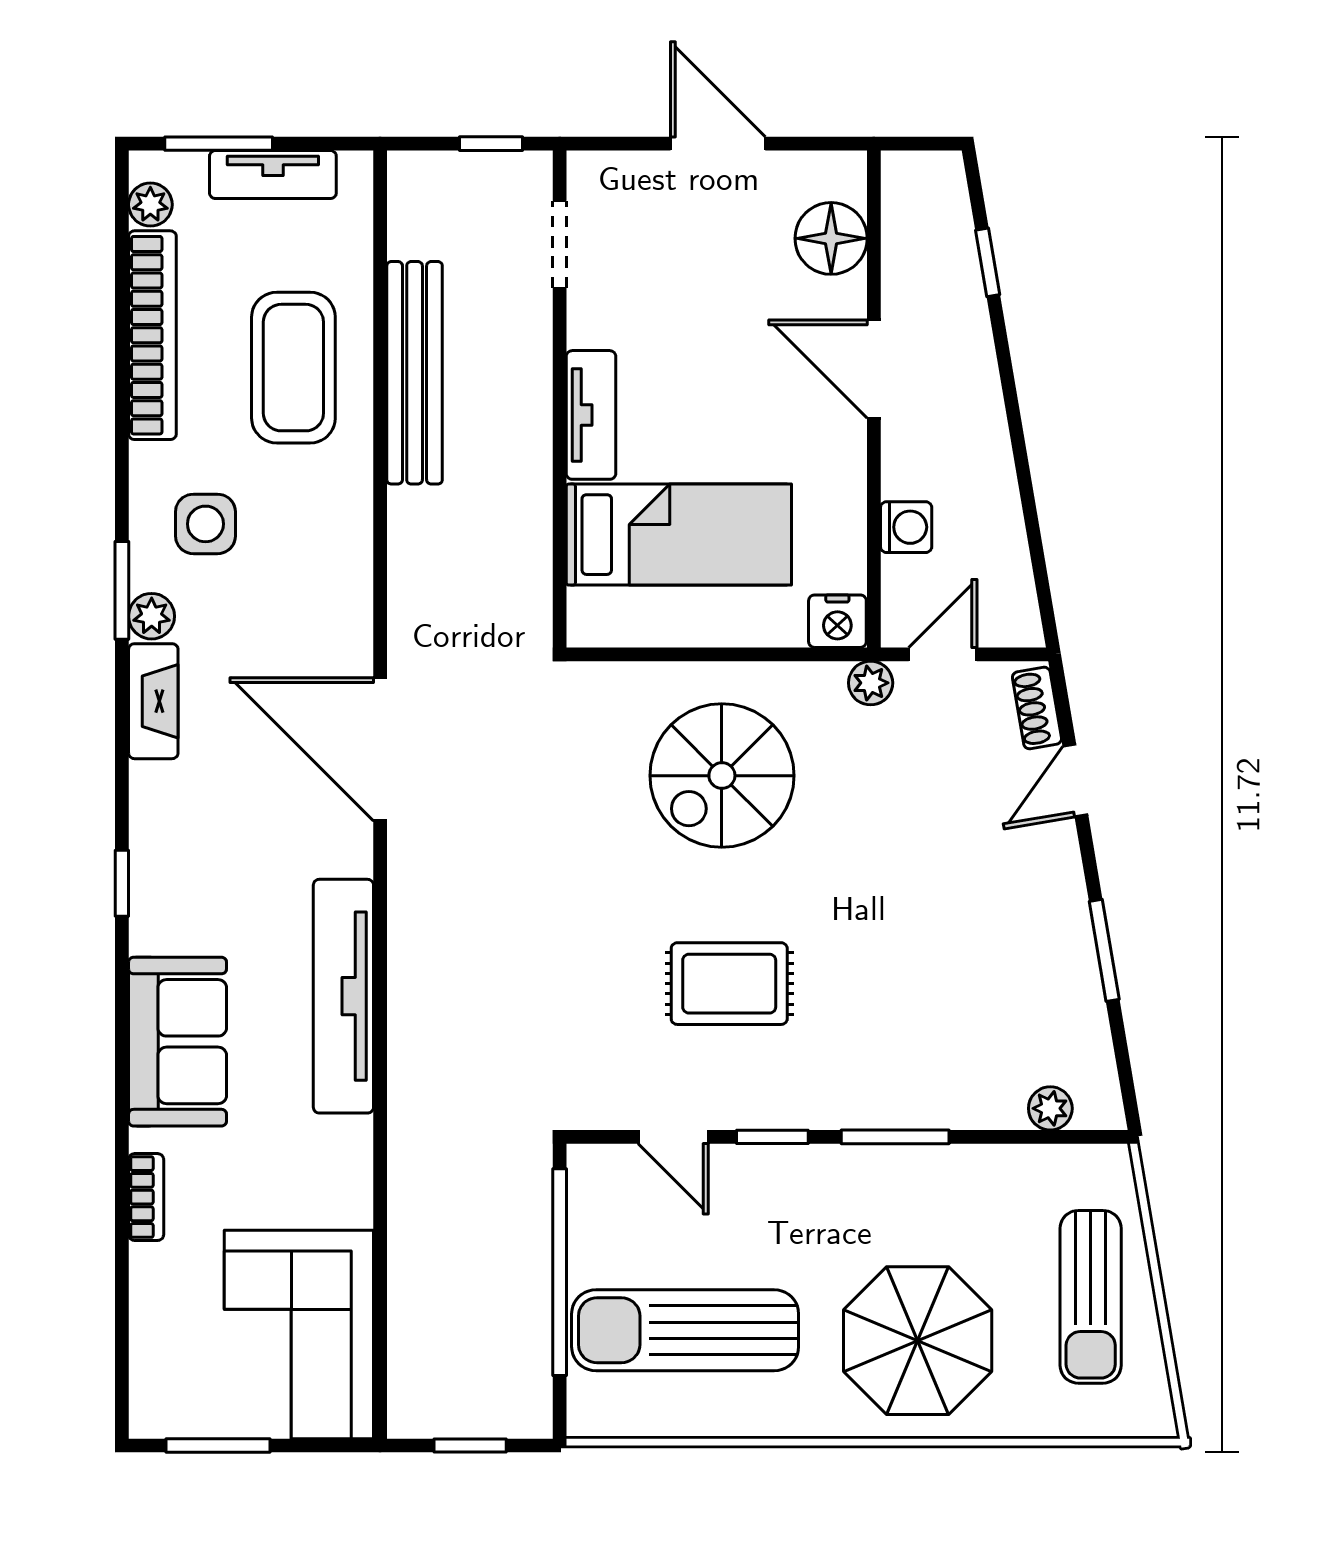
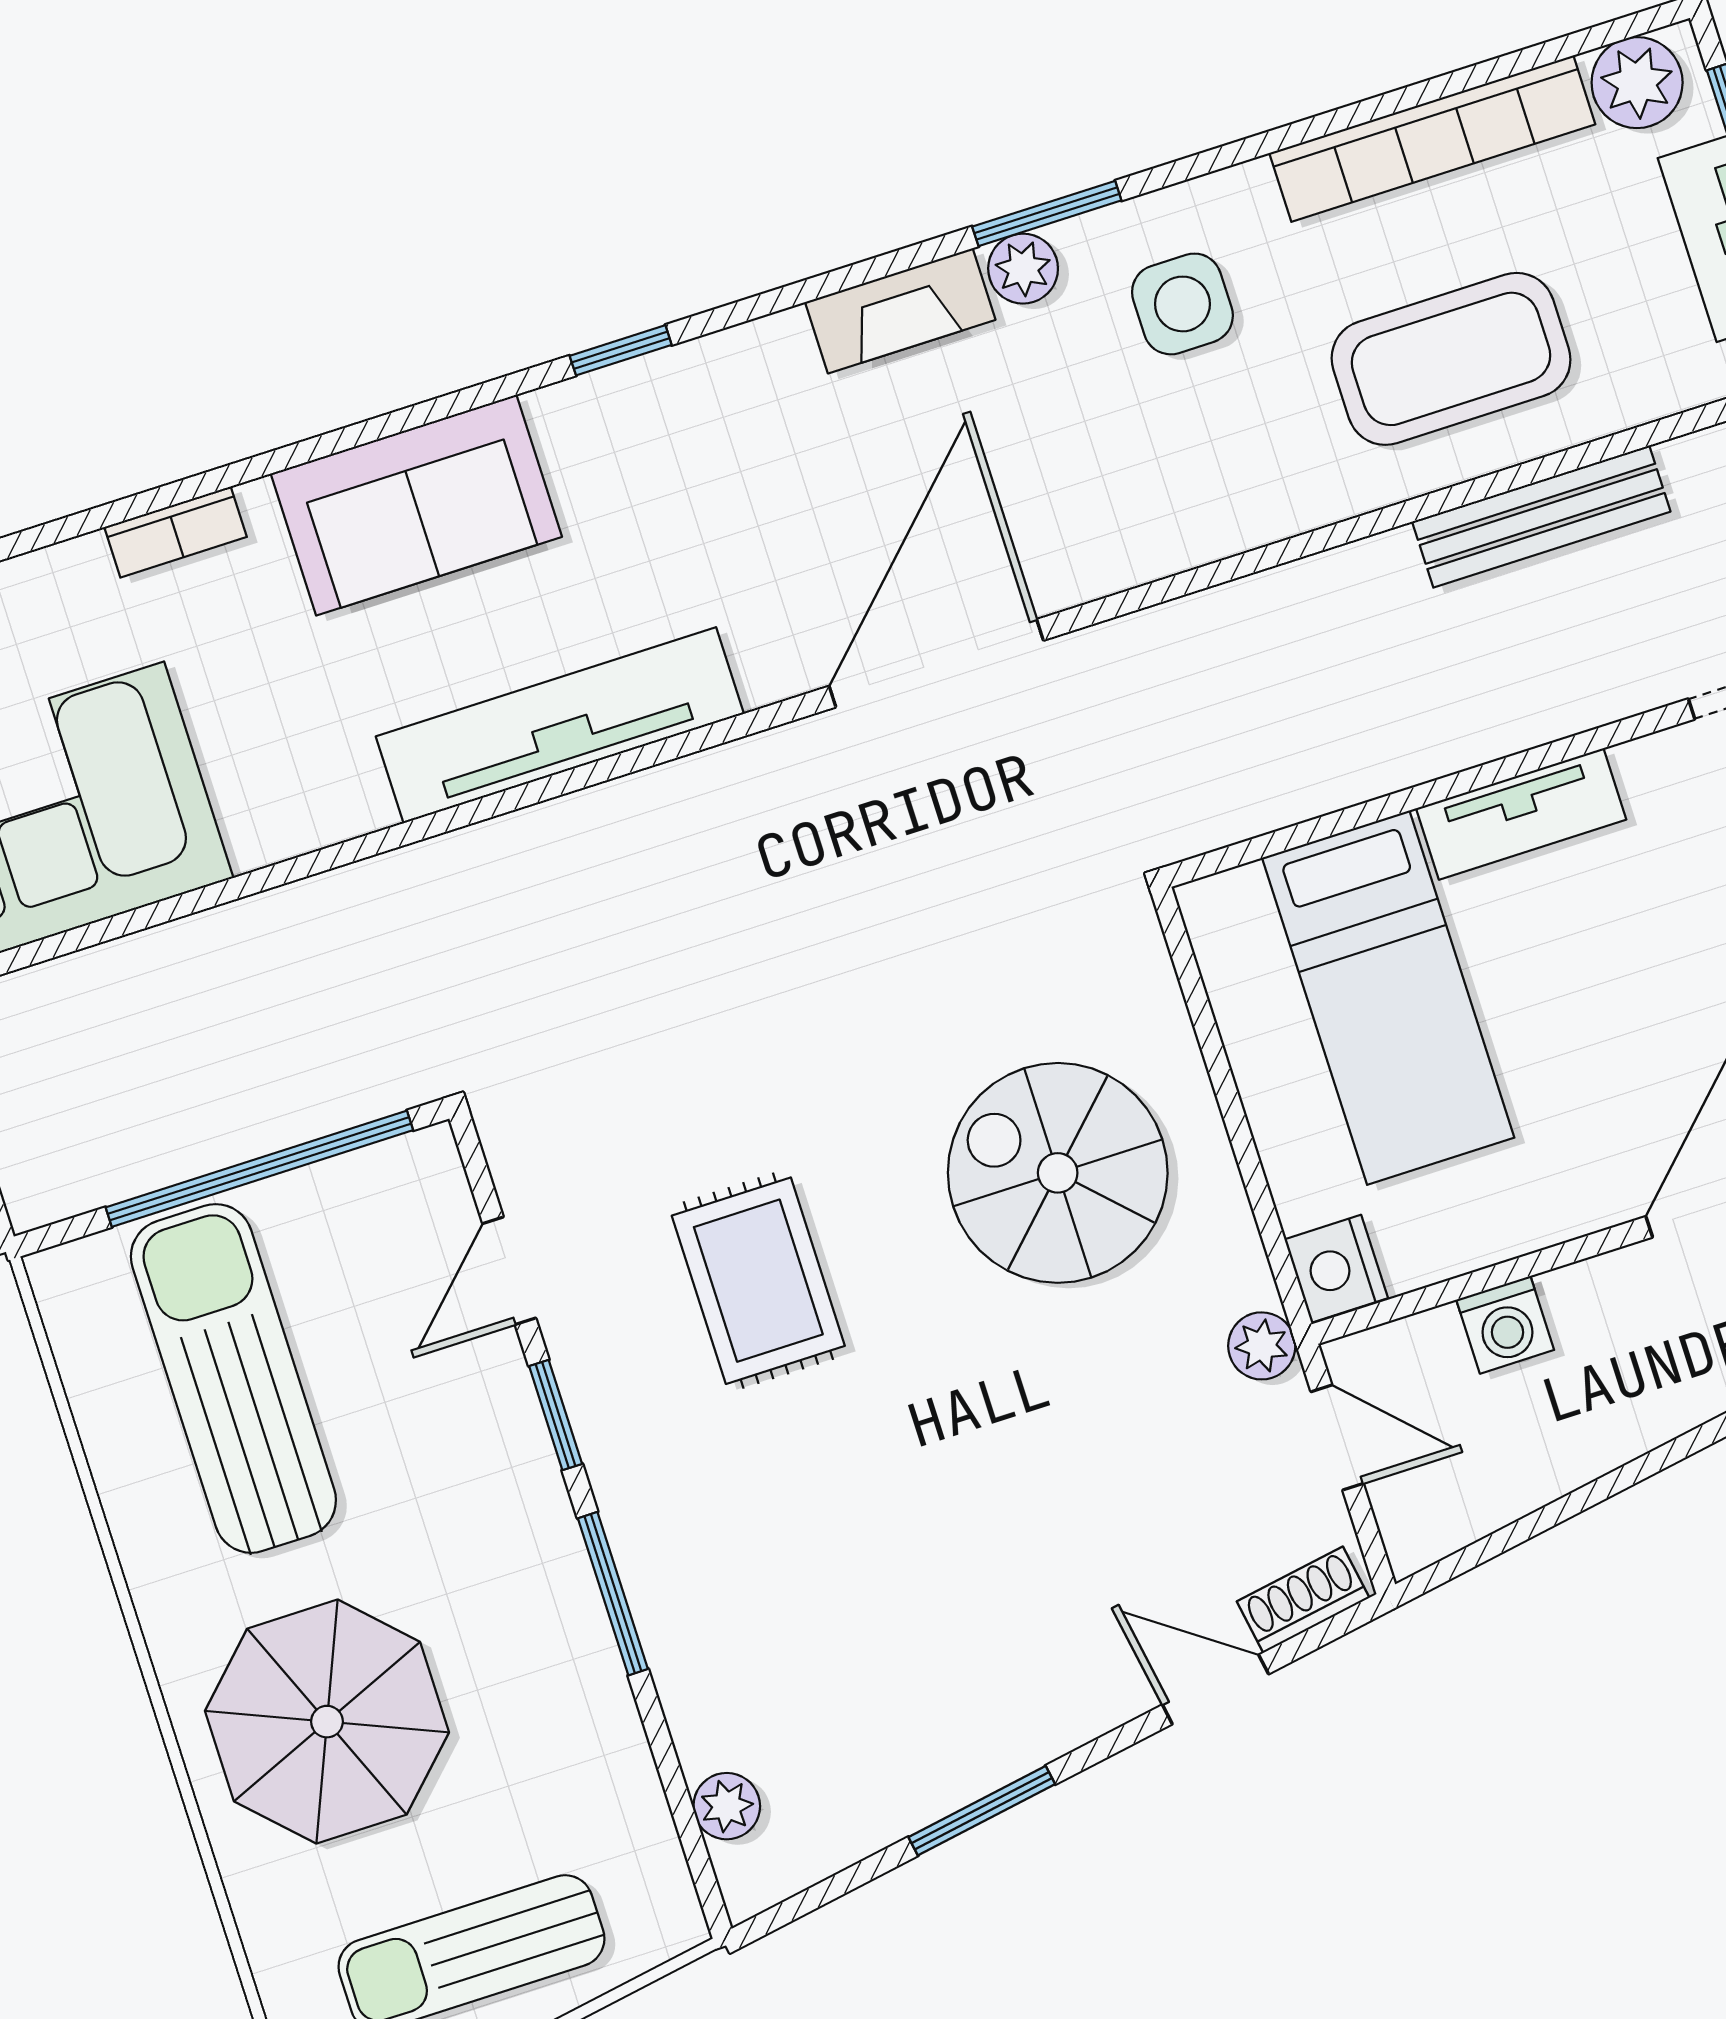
plant: (150, 205) -> (1637, 83), width x1.38, depth x1.38
bench: (415, 373) -> (1541, 516), width x0.73, depth x0.82

